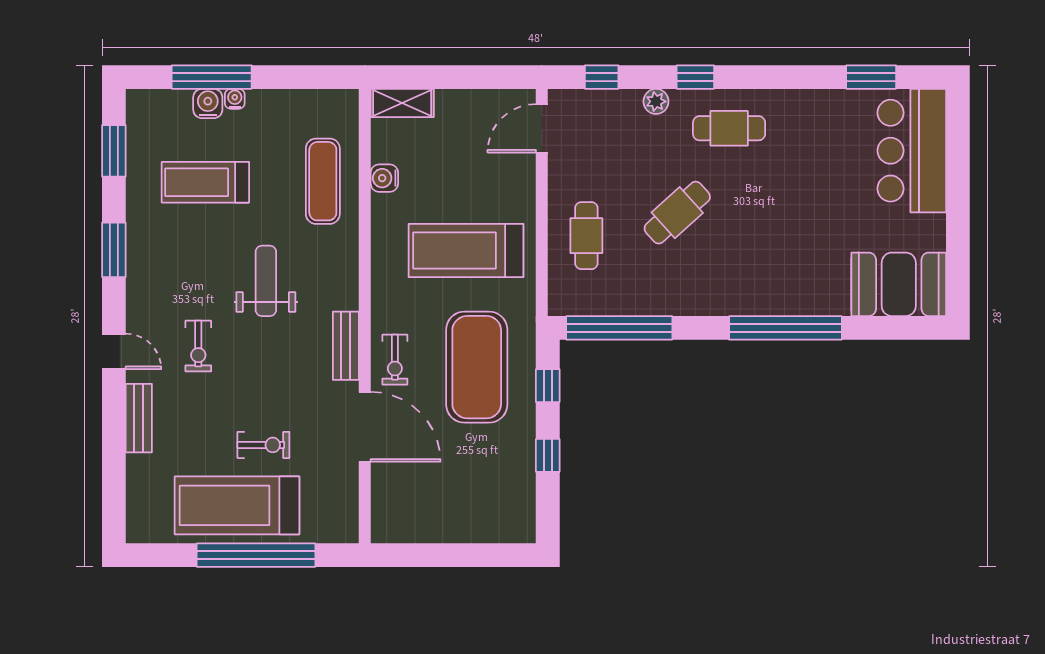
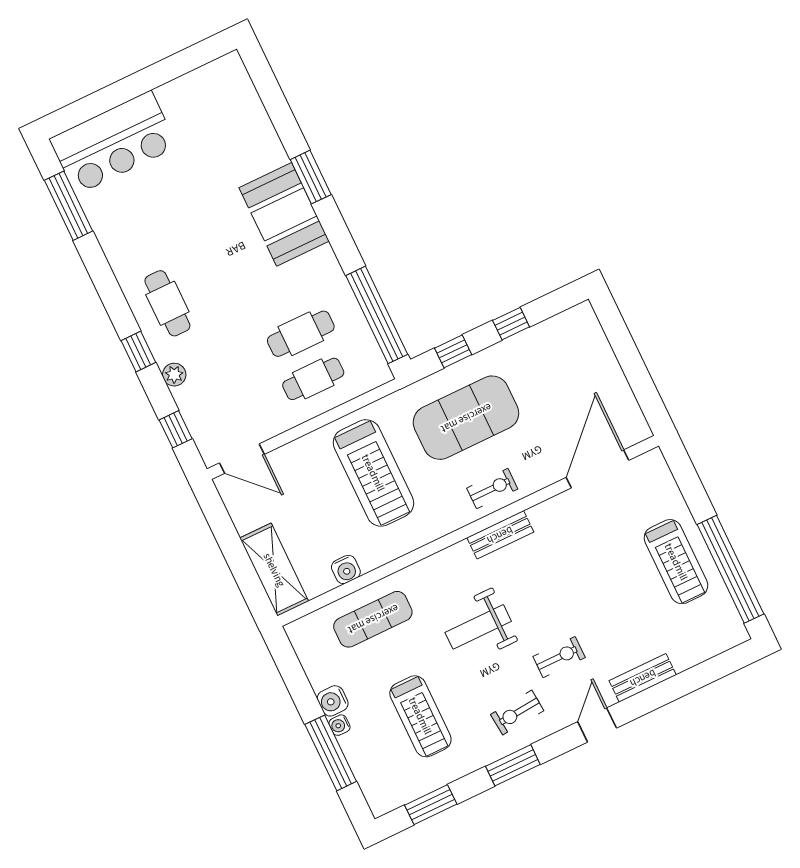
window: (871, 77) -> (68, 206), width x1.44
shelving: (402, 103) -> (274, 570), width x1.50, depth x1.33
water cooler: (208, 104) -> (333, 701), moved
cafe table: (677, 213) -> (301, 334), moved, turned -48
booth: (899, 284) -> (284, 214), moved
window: (785, 328) -> (311, 177), width x0.47
door: (365, 427) -> (597, 469), moved
exercise bike: (263, 445) -> (517, 713), moved, turned -95
treadmill: (237, 505) -> (676, 562), width x0.73, depth x0.73
window: (256, 555) -> (730, 569), moved

